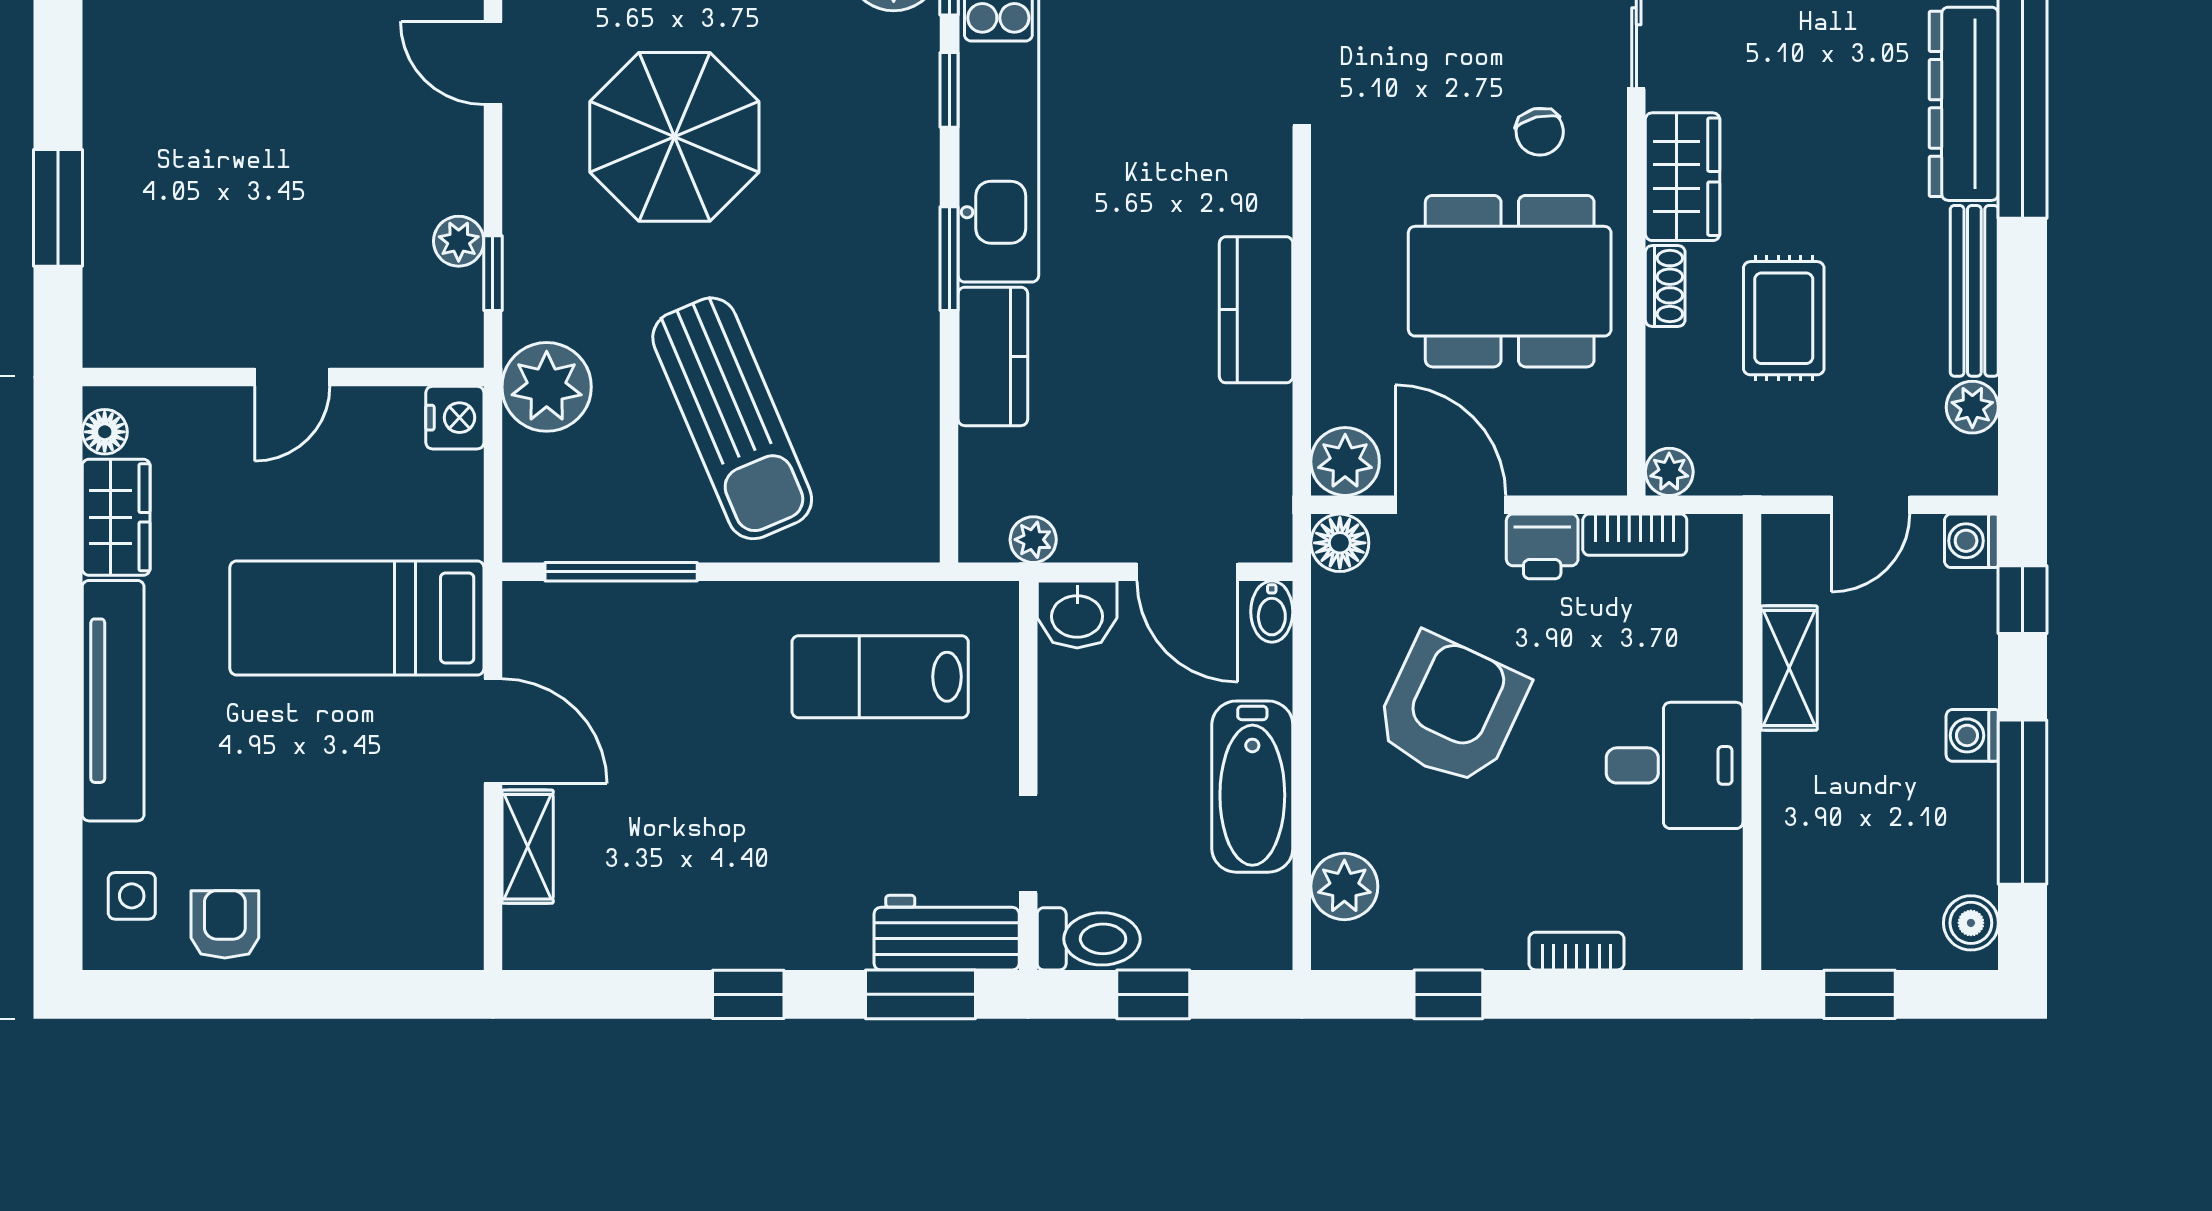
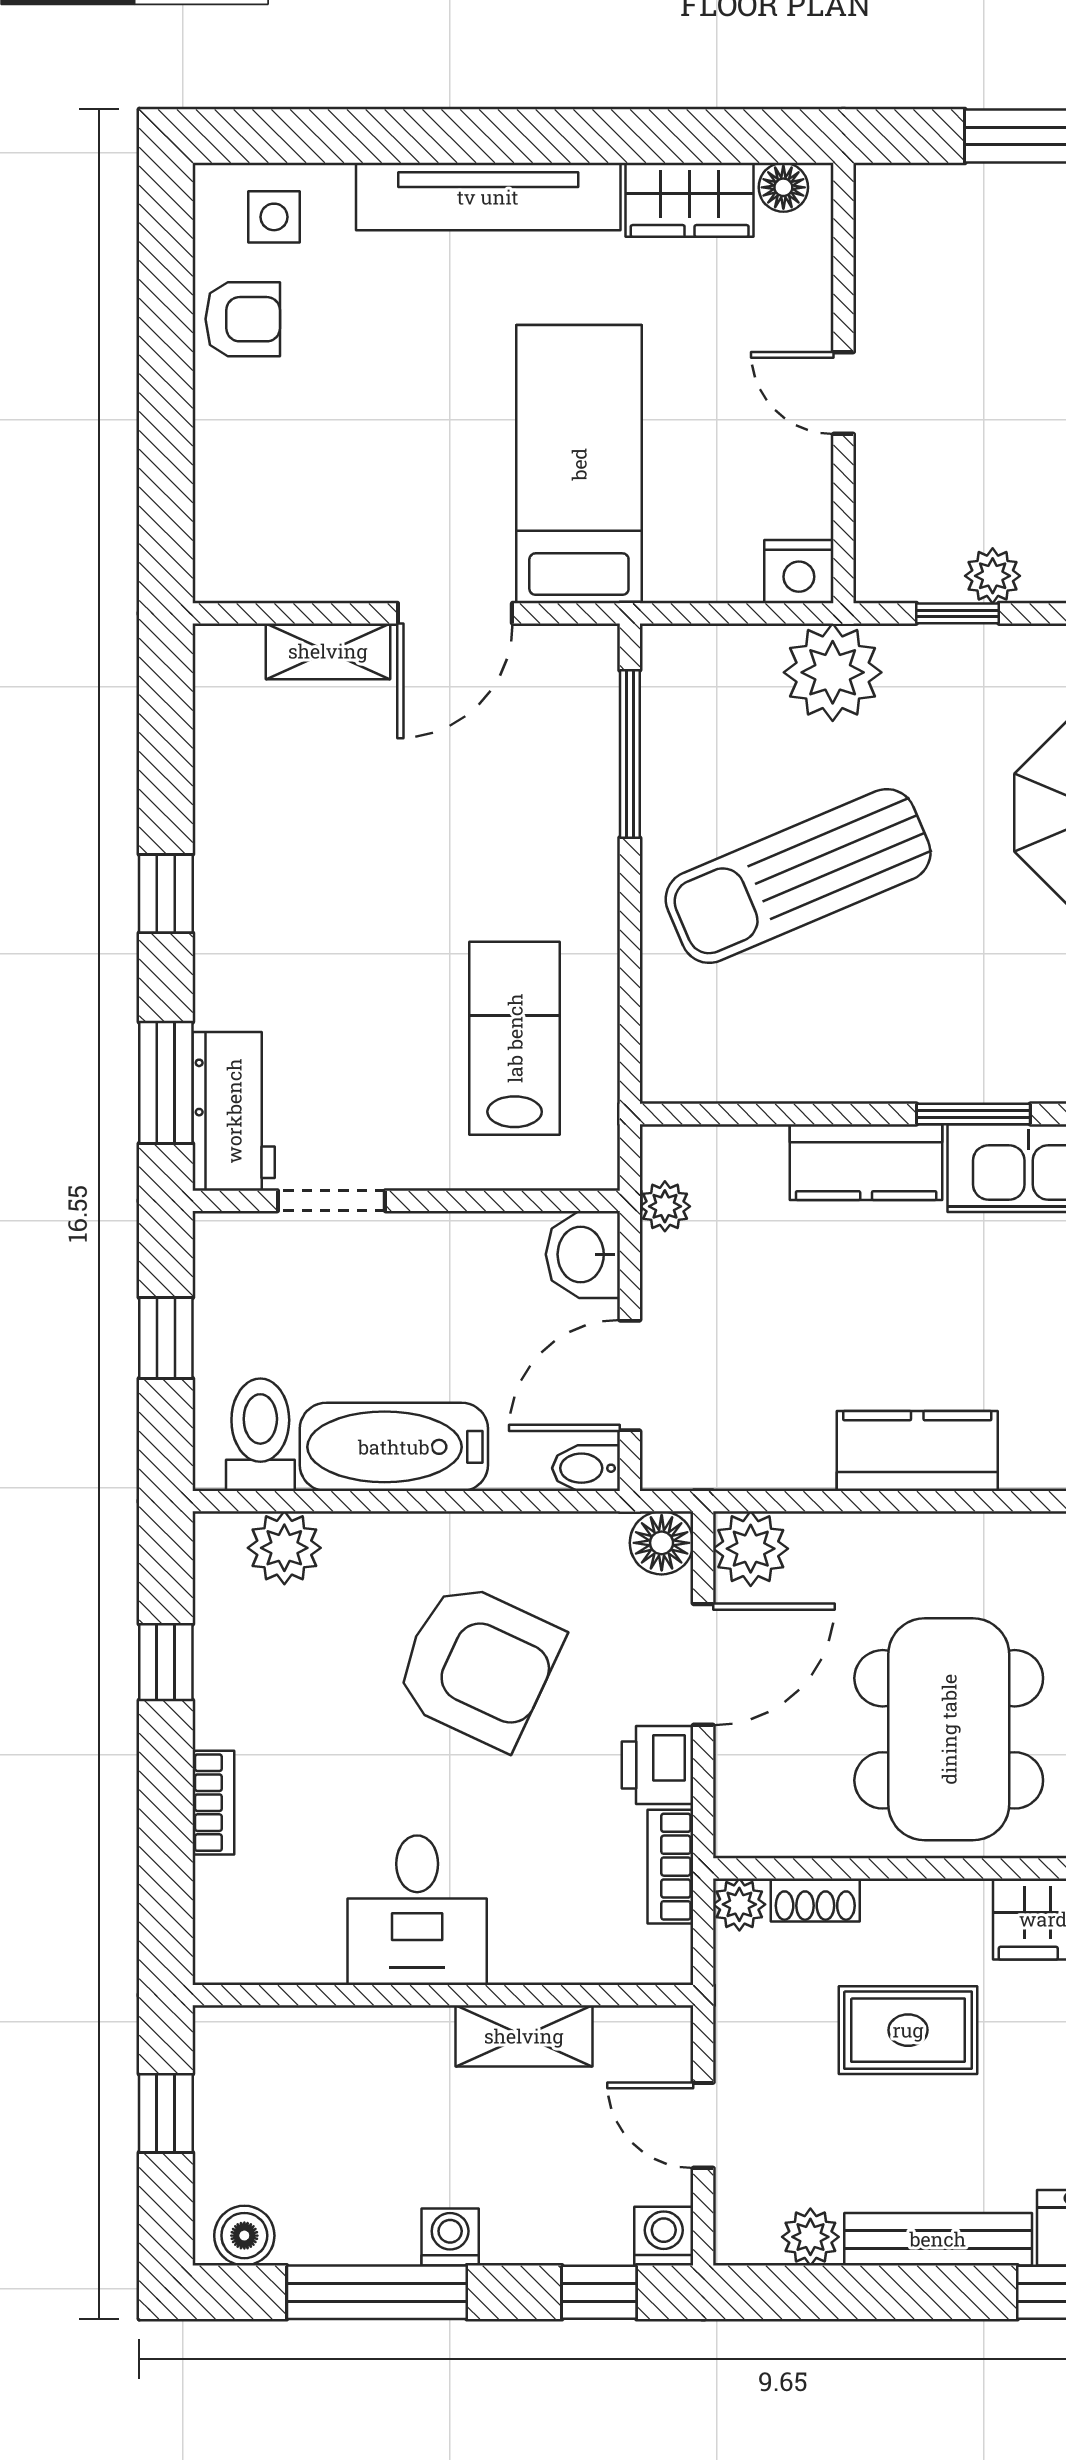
shoe rack: (1665, 286) -> (815, 1900), moved
toilet: (1089, 939) -> (260, 1435), moved, turned 180

